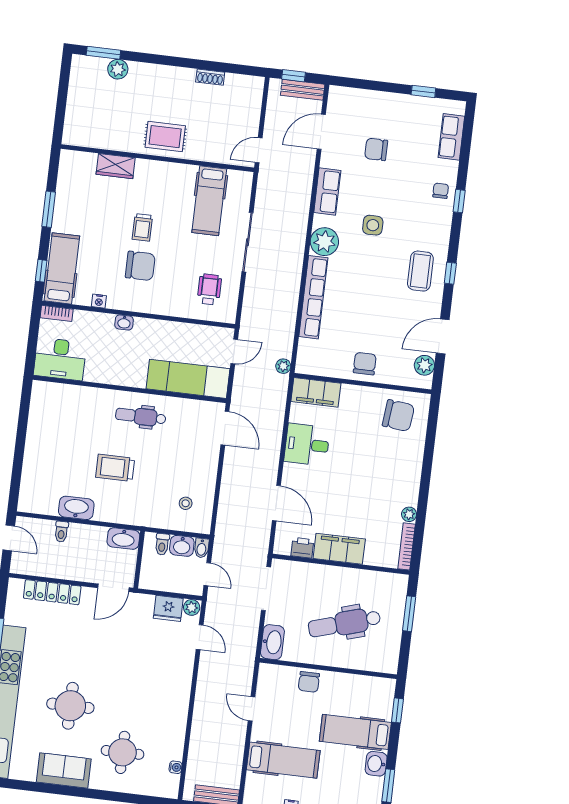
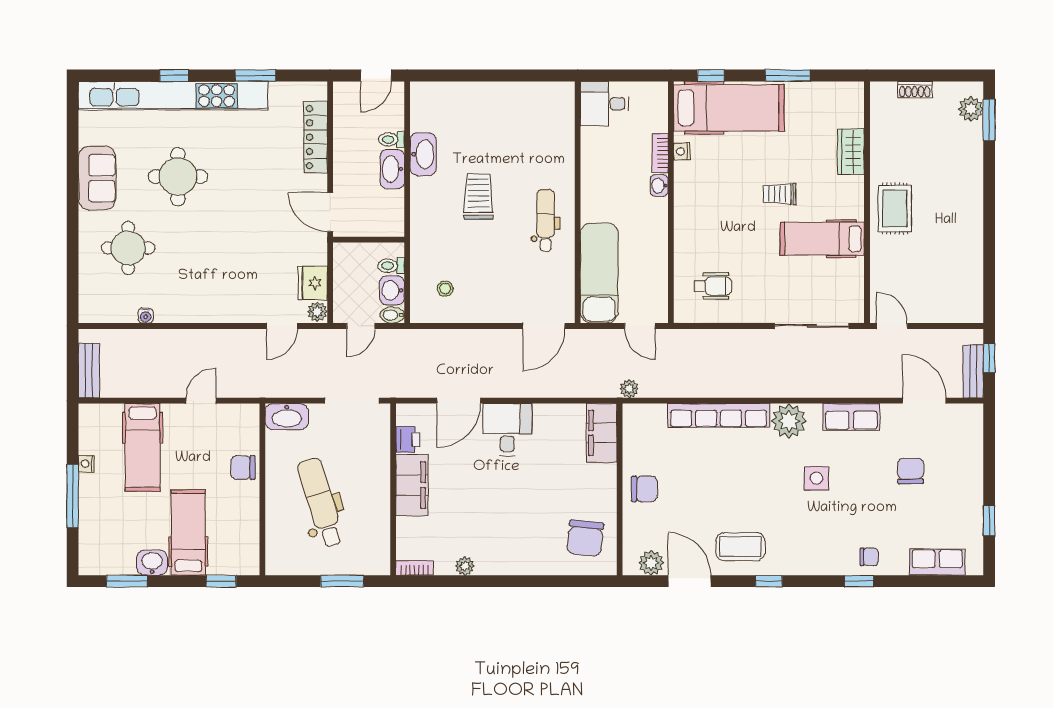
plant: (118, 69) -> (971, 109), moved
shoe rack: (210, 77) -> (915, 90), moved, turned -90
hospital bed: (209, 201) -> (822, 239), moved
sliding door: (247, 242) -> (812, 326), moved
chair: (140, 266) -> (731, 197), removed
hospital bed: (62, 268) -> (729, 108), width x1.37, depth x1.29
coffee table: (420, 271) -> (741, 547), moved
bookcase: (57, 313) -> (660, 153), moved
desk: (60, 359) -> (604, 104), width x0.73
desk: (307, 445) -> (507, 430), moved
washbasin: (123, 539) -> (392, 169), moved
bookcase: (407, 546) -> (414, 568), width x0.64
water cooler: (176, 767) -> (146, 316), moved

